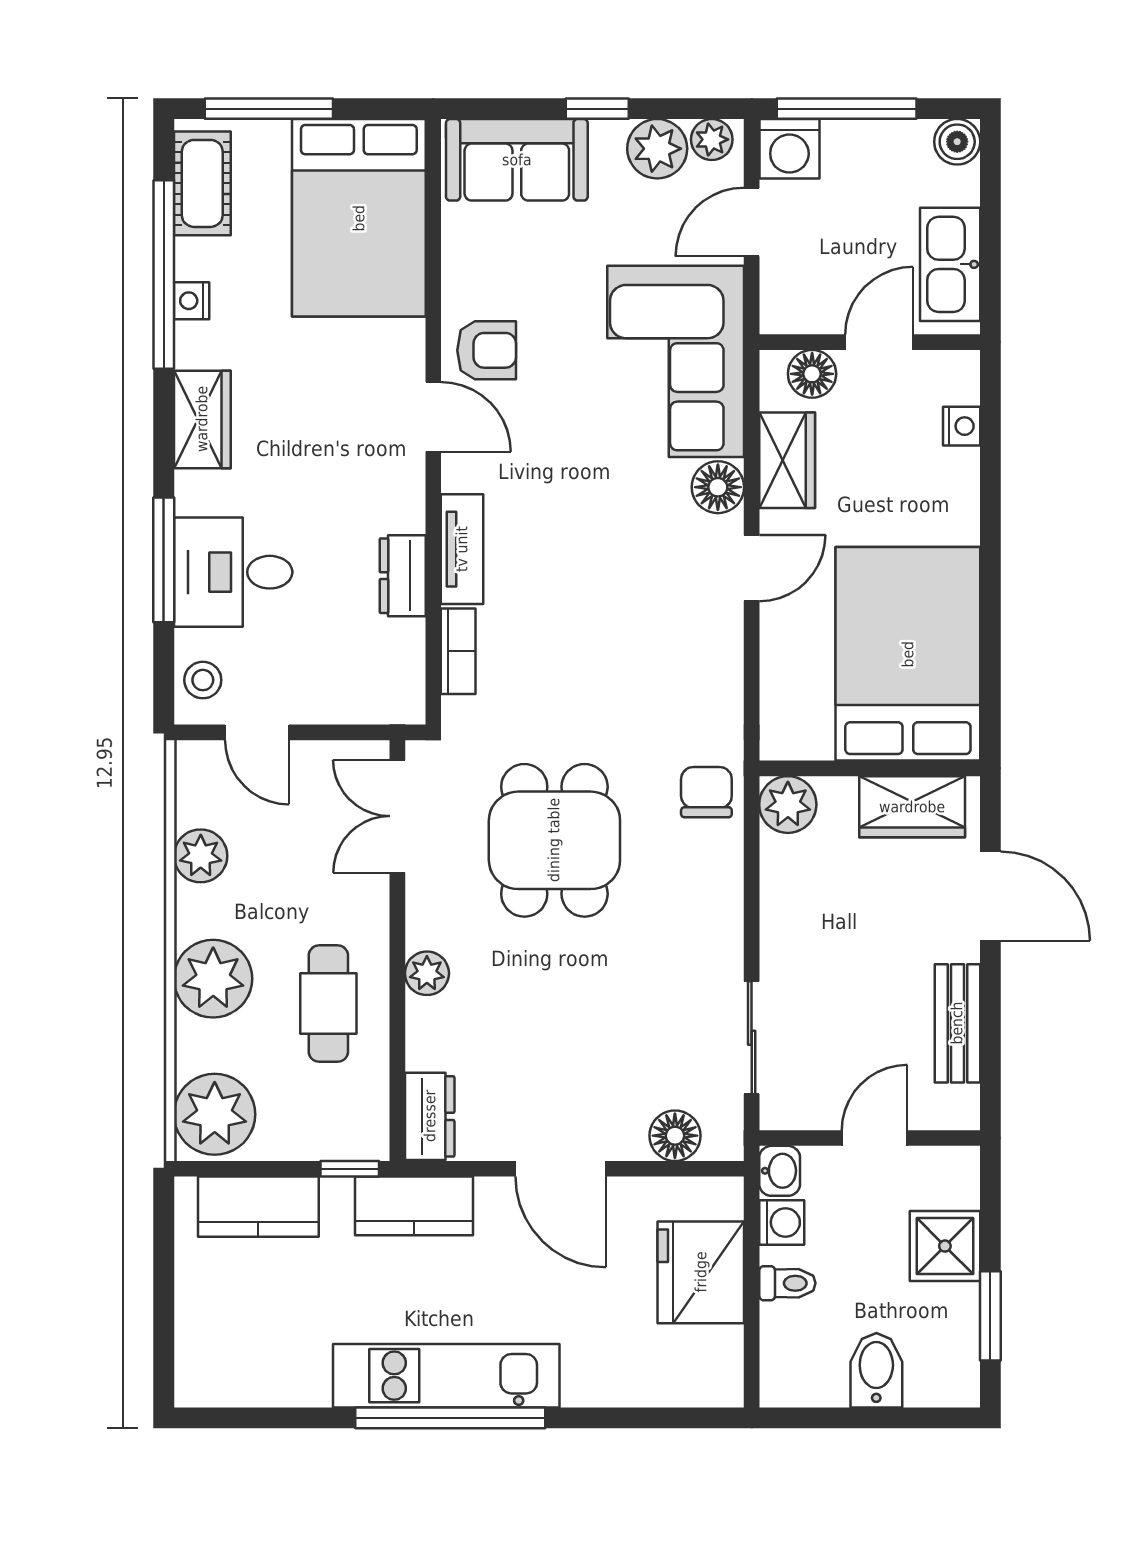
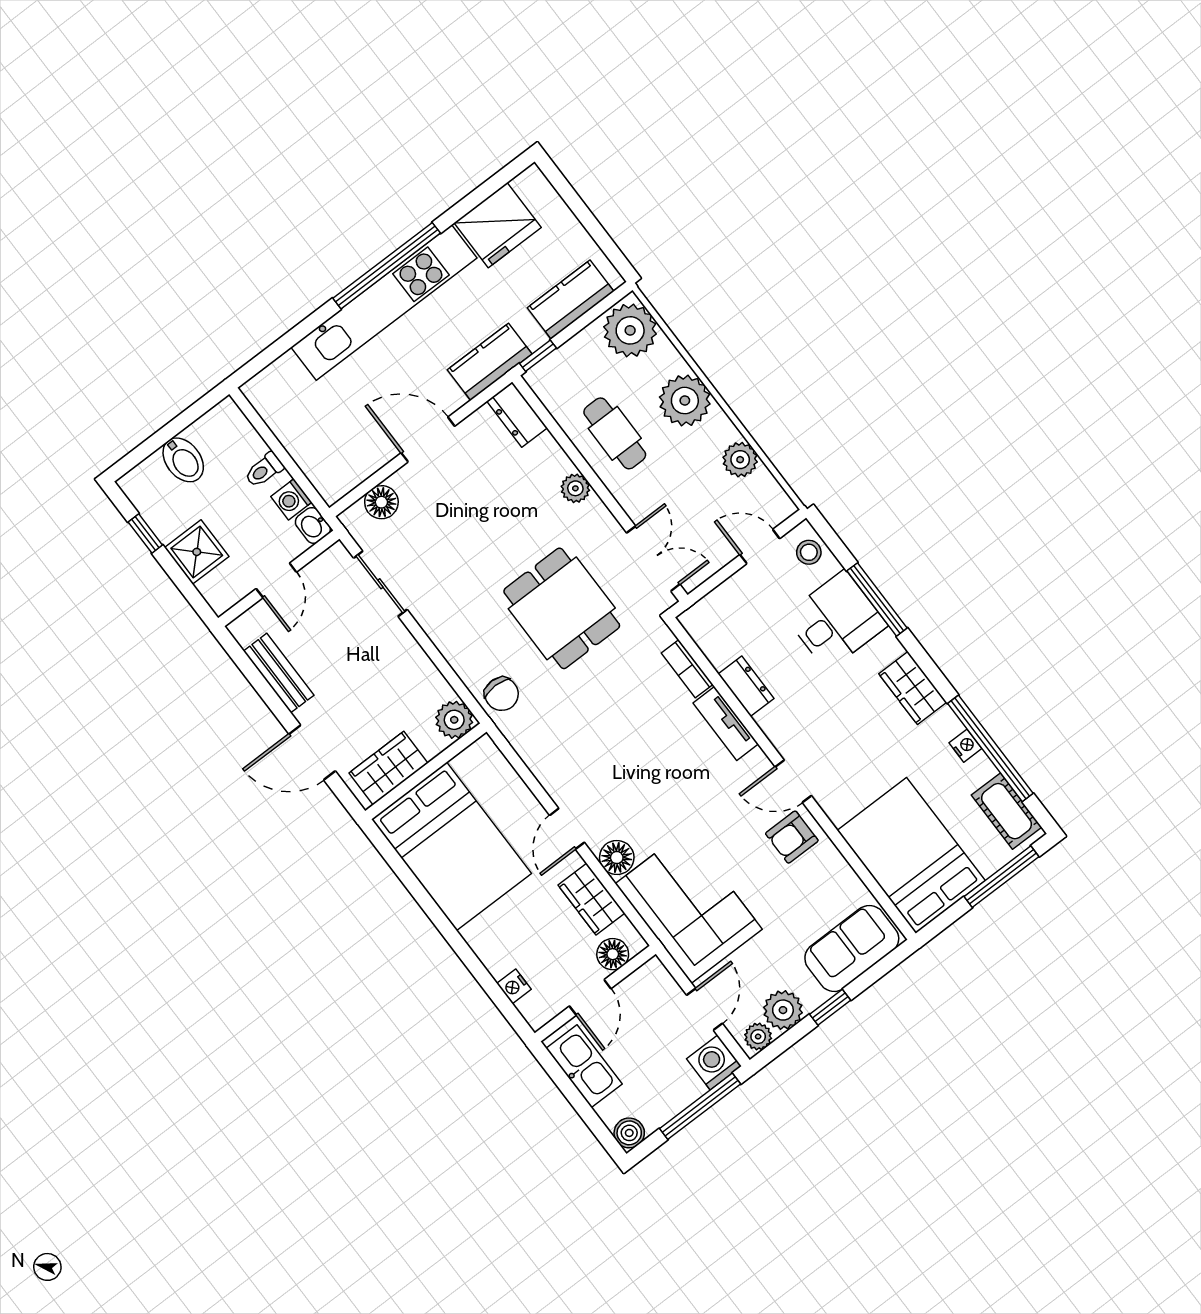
fridge: (701, 1272) -> (498, 225), moved, turned 90
window: (990, 1316) -> (145, 534), width x0.67
kitchen unit: (446, 1376) -> (384, 302), width x1.36

